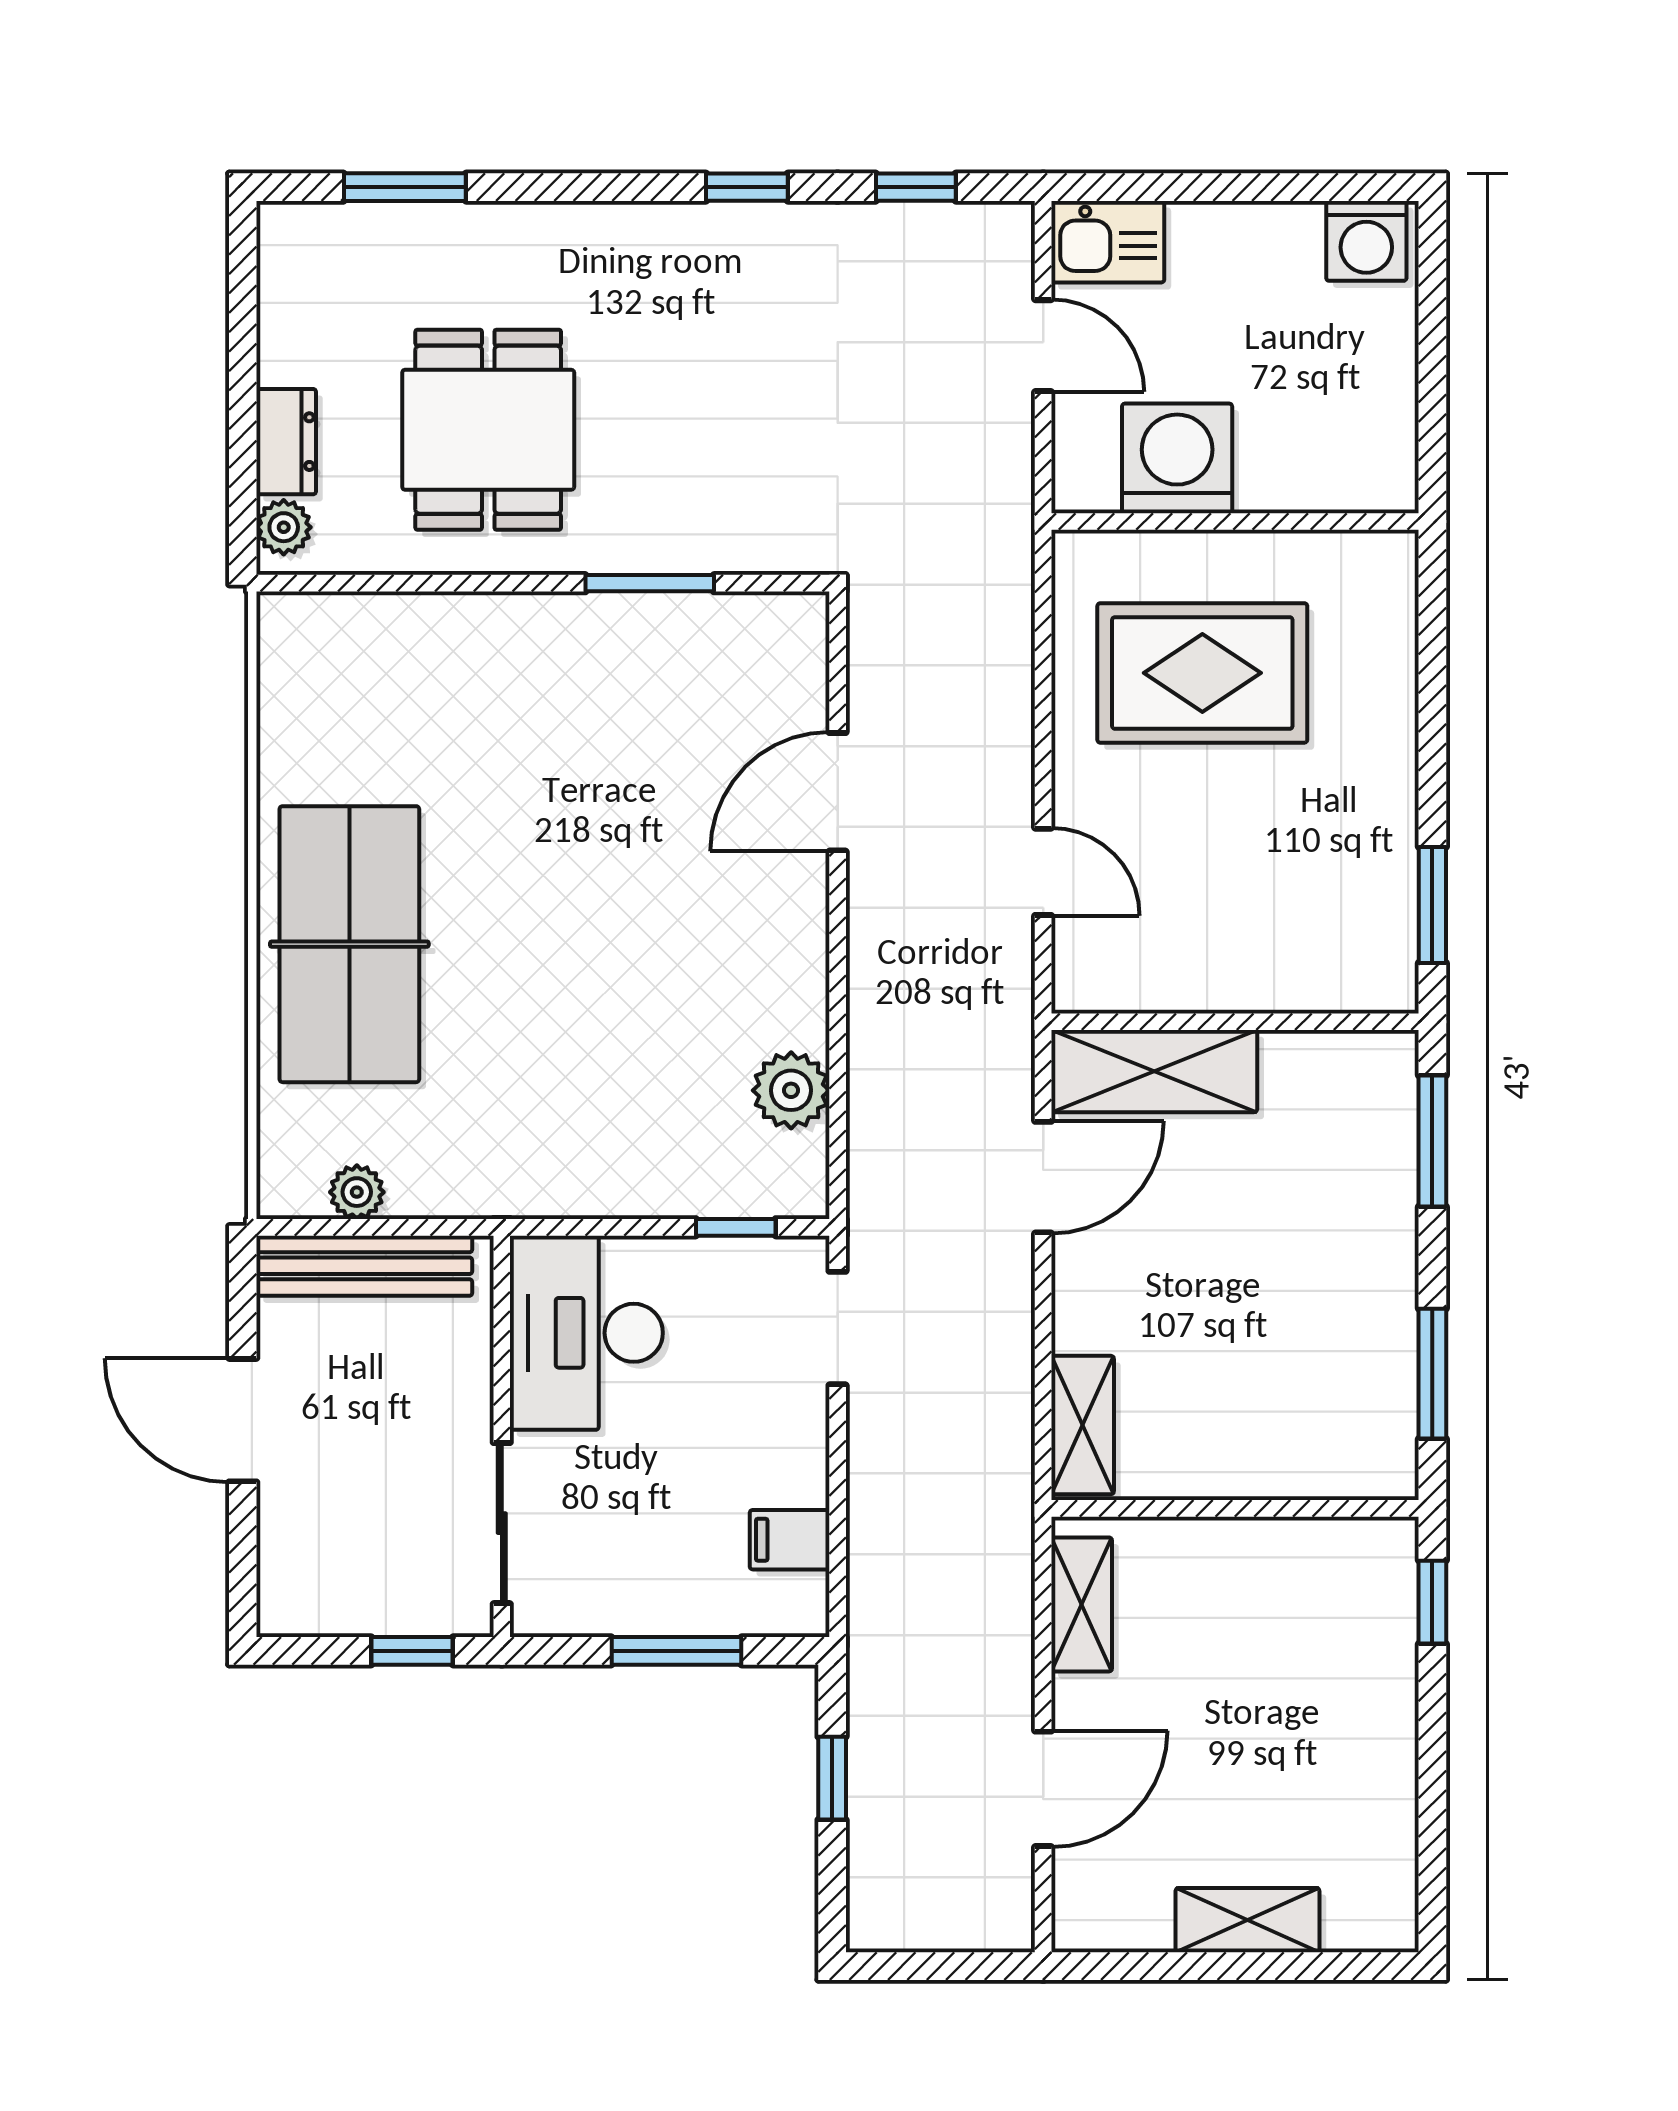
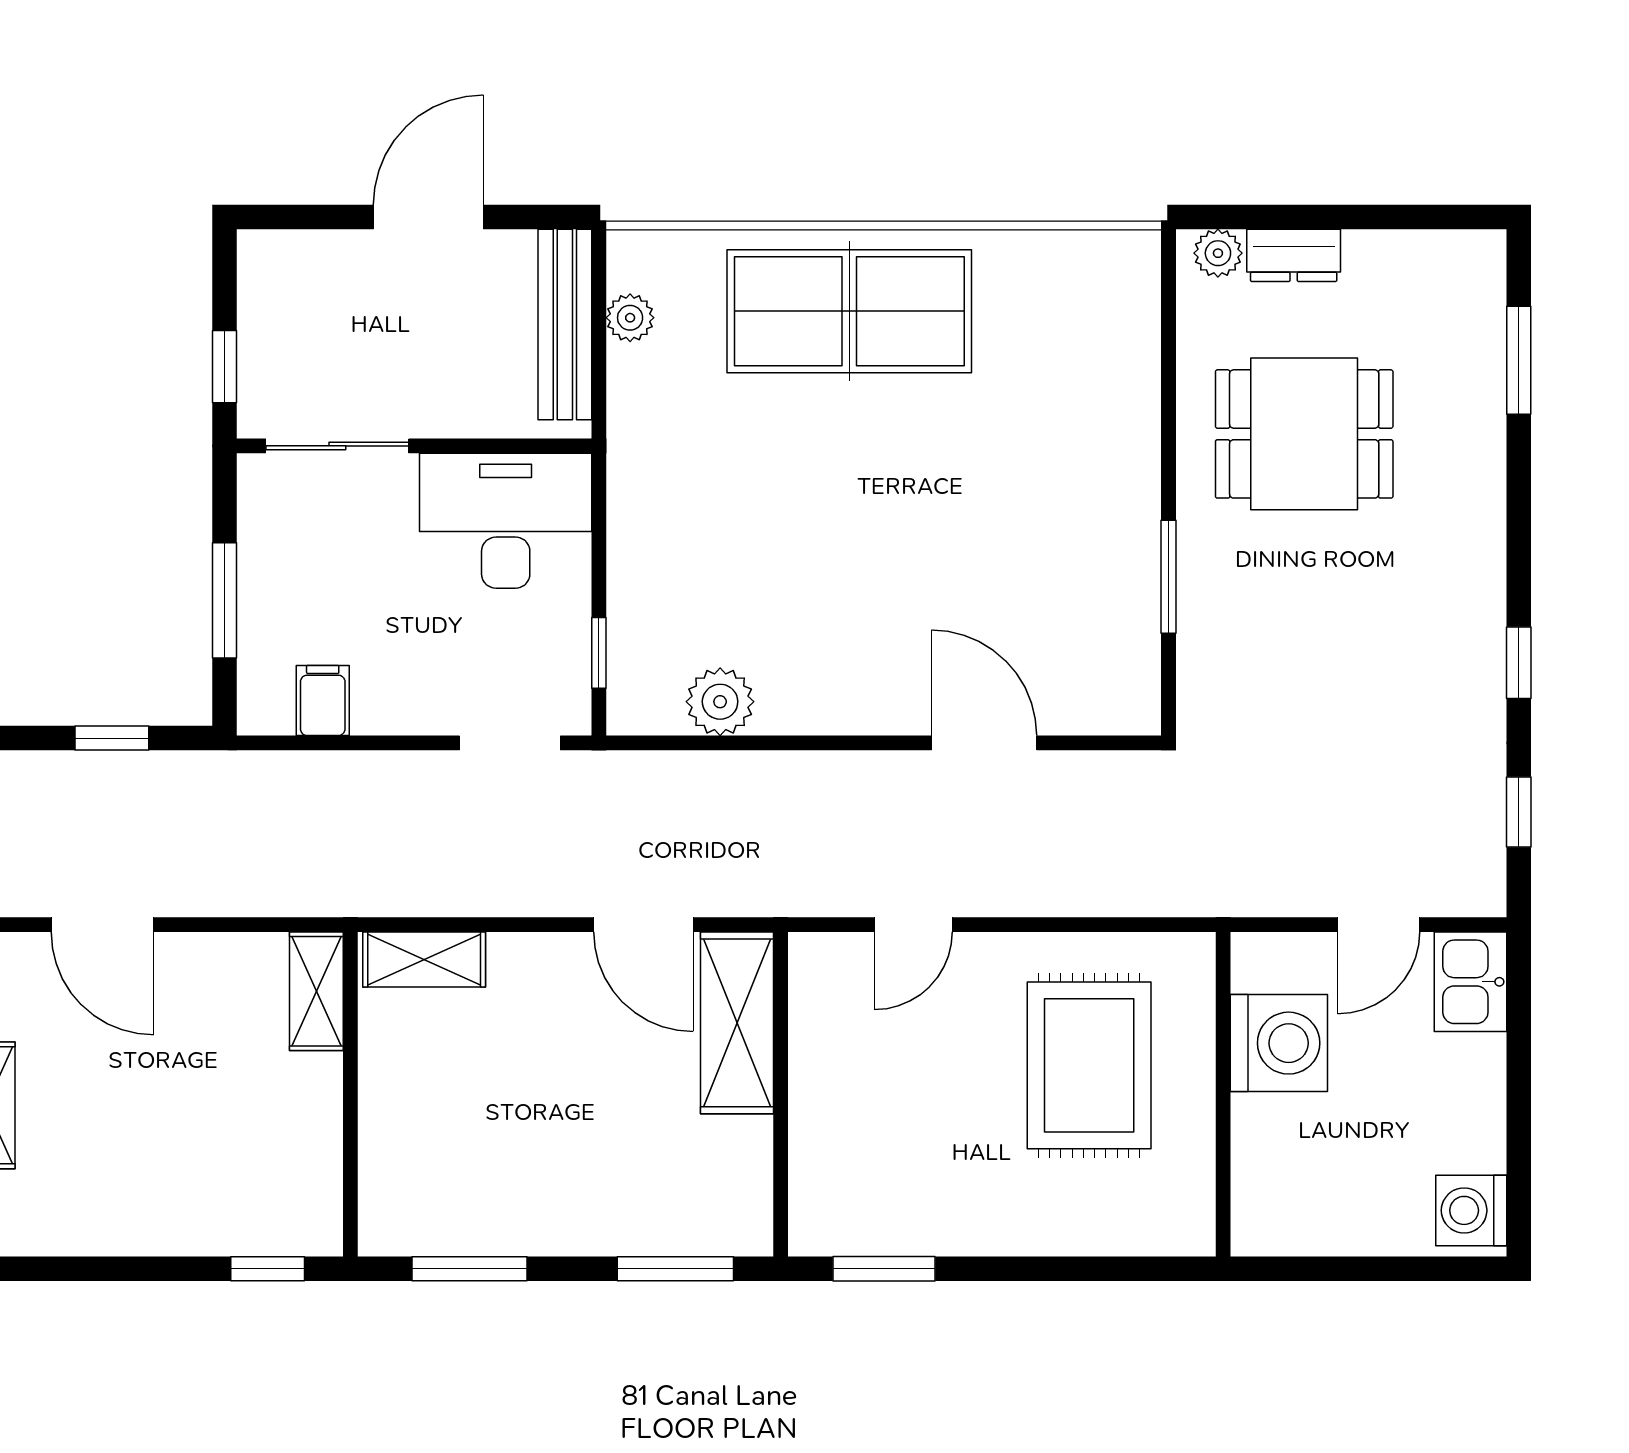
shelving: (1082, 1604) -> (316, 991), moved, turned 90

